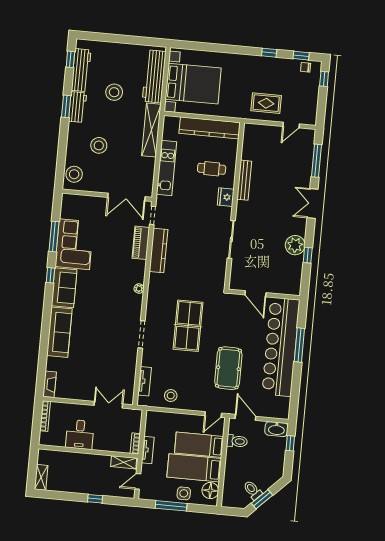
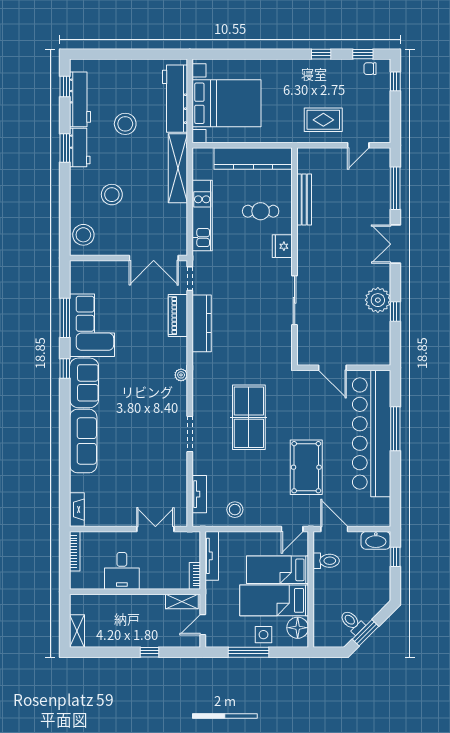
bench: (244, 180) -> (304, 200), moved
tv unit: (148, 450) -> (212, 556), moved, width x1.41

